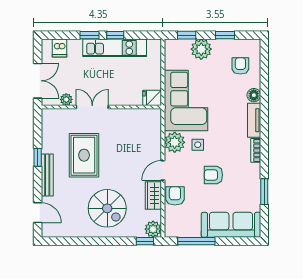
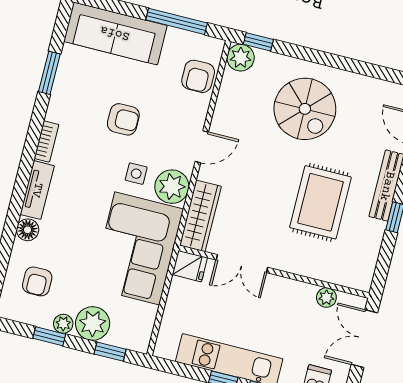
plant: (219, 45) -> (63, 324), added
double door: (92, 107) -> (242, 264), moved
wardrobe: (153, 196) -> (200, 216), moved, width x1.50
armchair: (175, 196) -> (198, 76), moved
spiral stairs: (107, 208) -> (305, 109), turned 180

